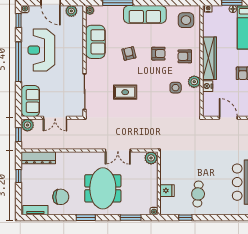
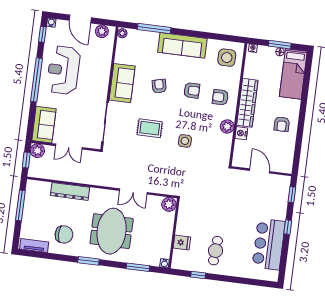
sofa: (95, 42) -> (122, 83), moved
side table: (176, 88) -> (185, 141), moved
dresser: (38, 158) -> (70, 191), moved
window: (19, 176) -> (20, 205), width x2.17

